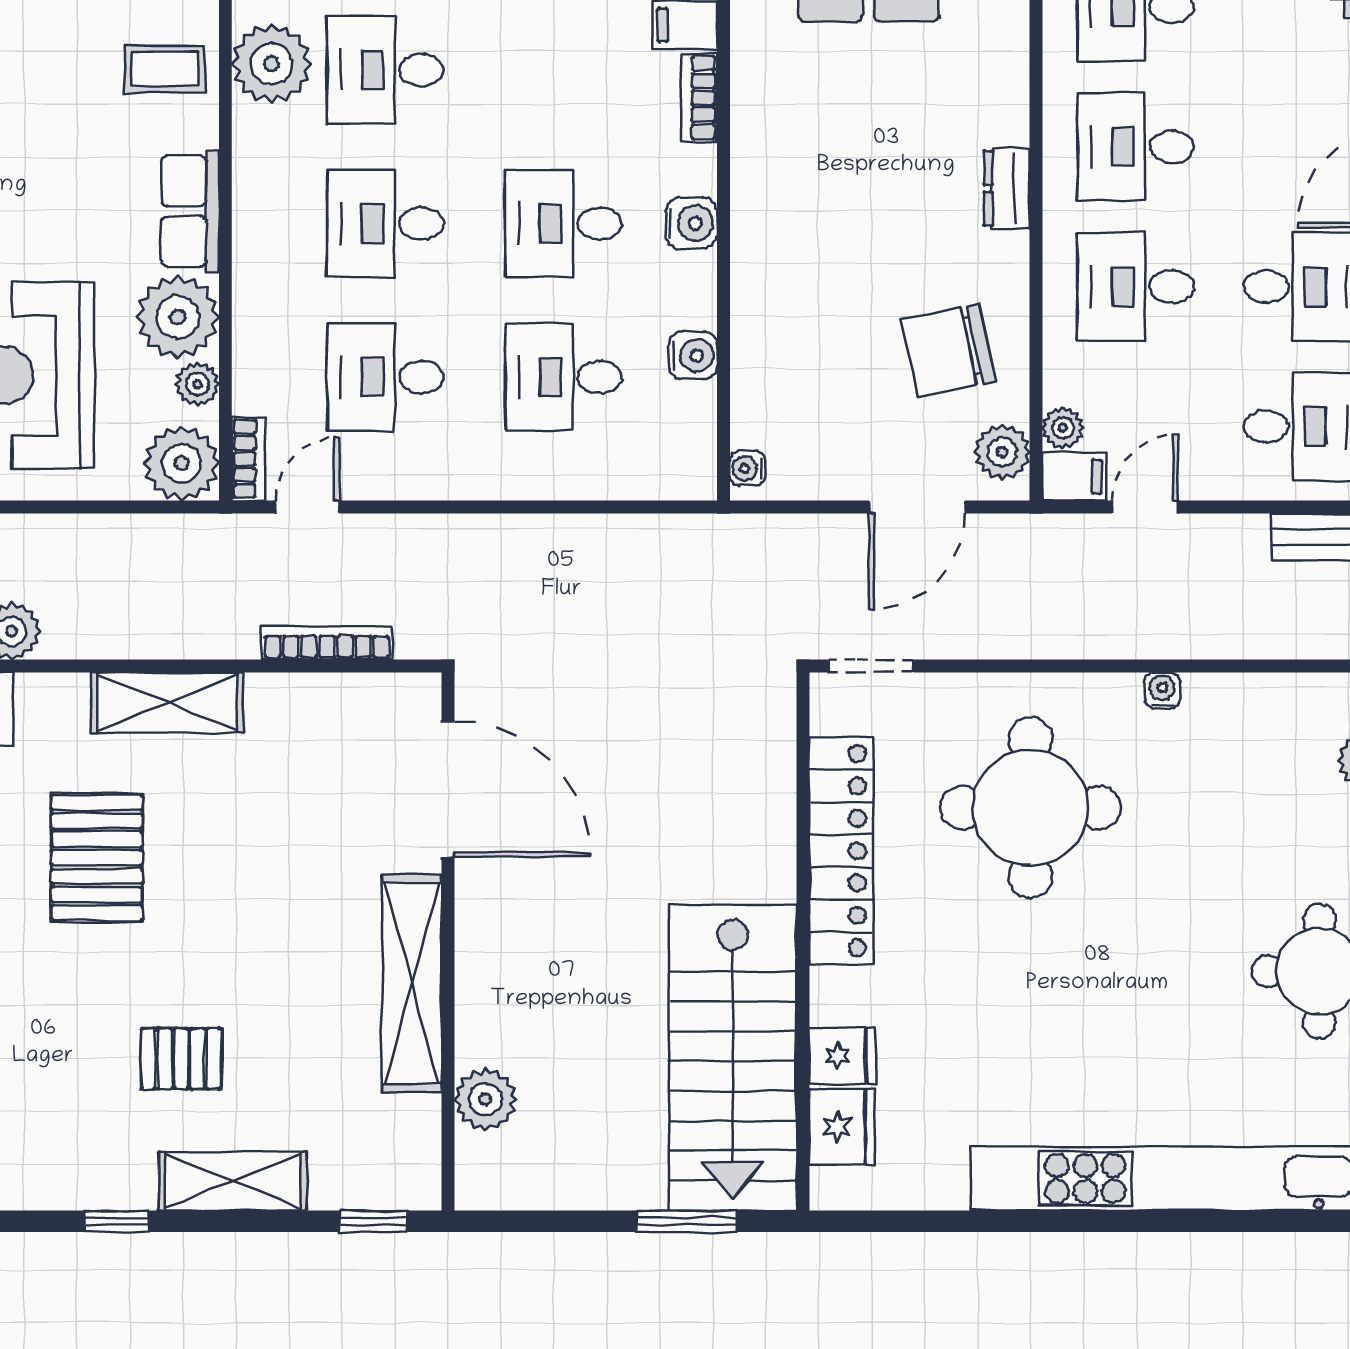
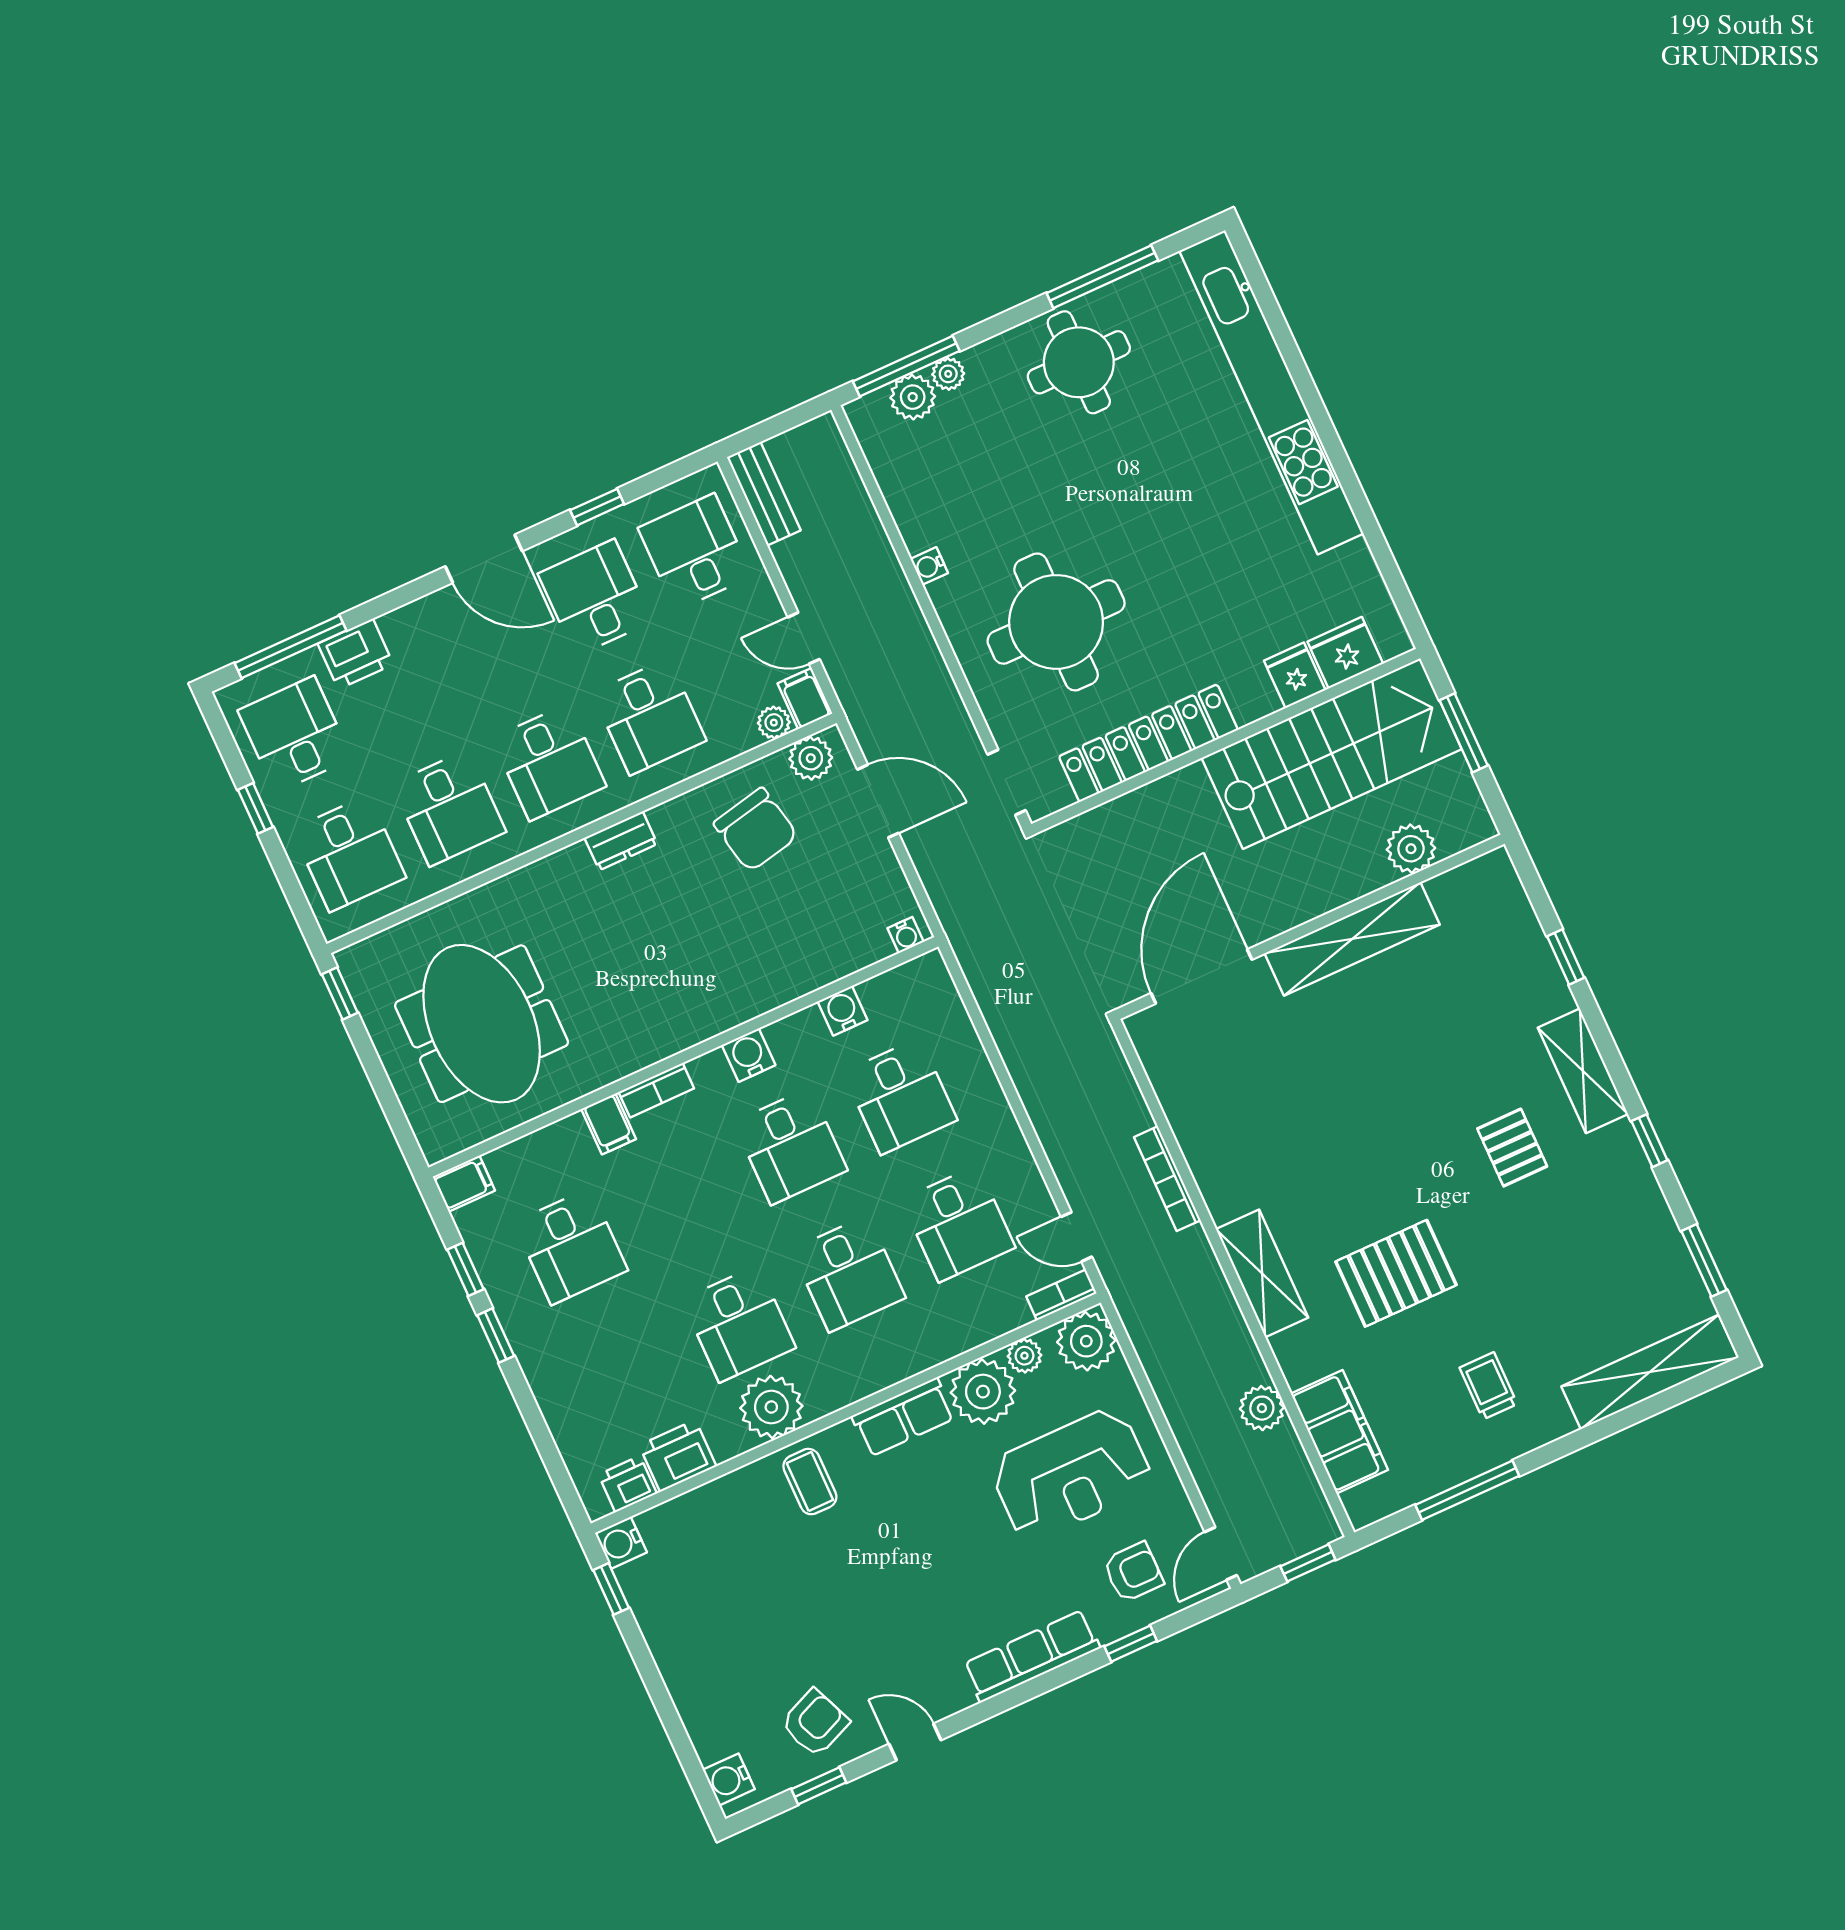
door: (448, 789) -> (1201, 976), moved
wall: (448, 941) -> (1310, 927), moved
shelving: (412, 983) -> (1352, 939), moved
plant: (485, 1099) -> (1411, 849), moved

